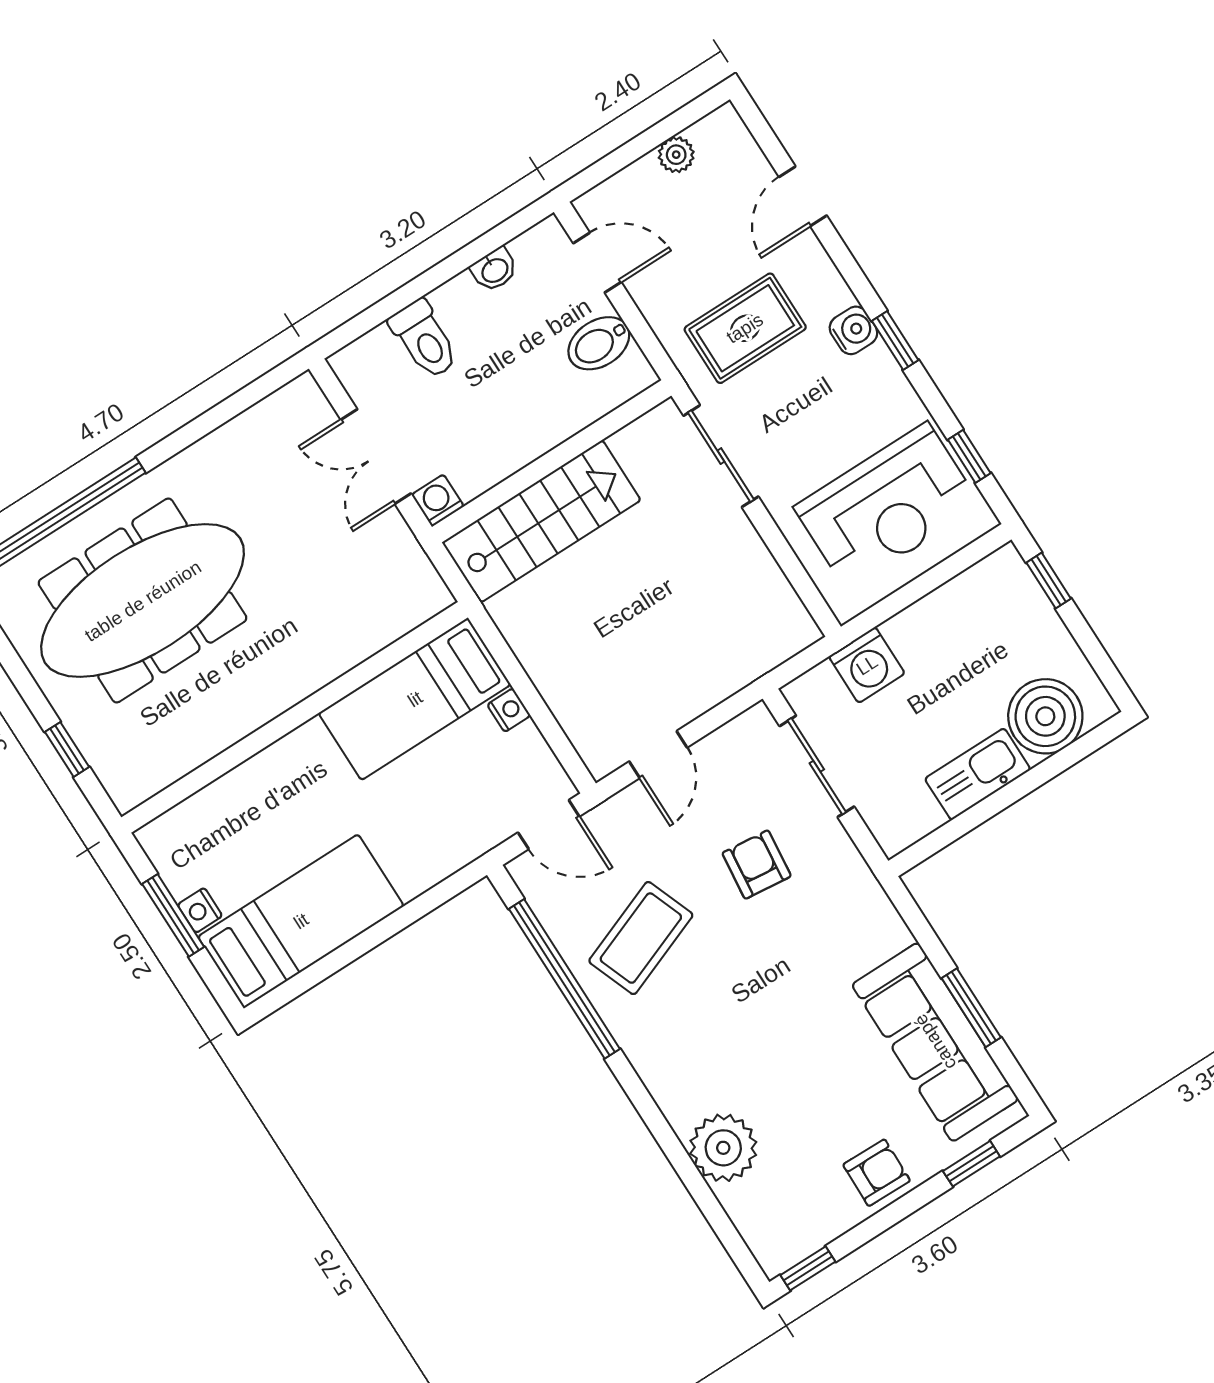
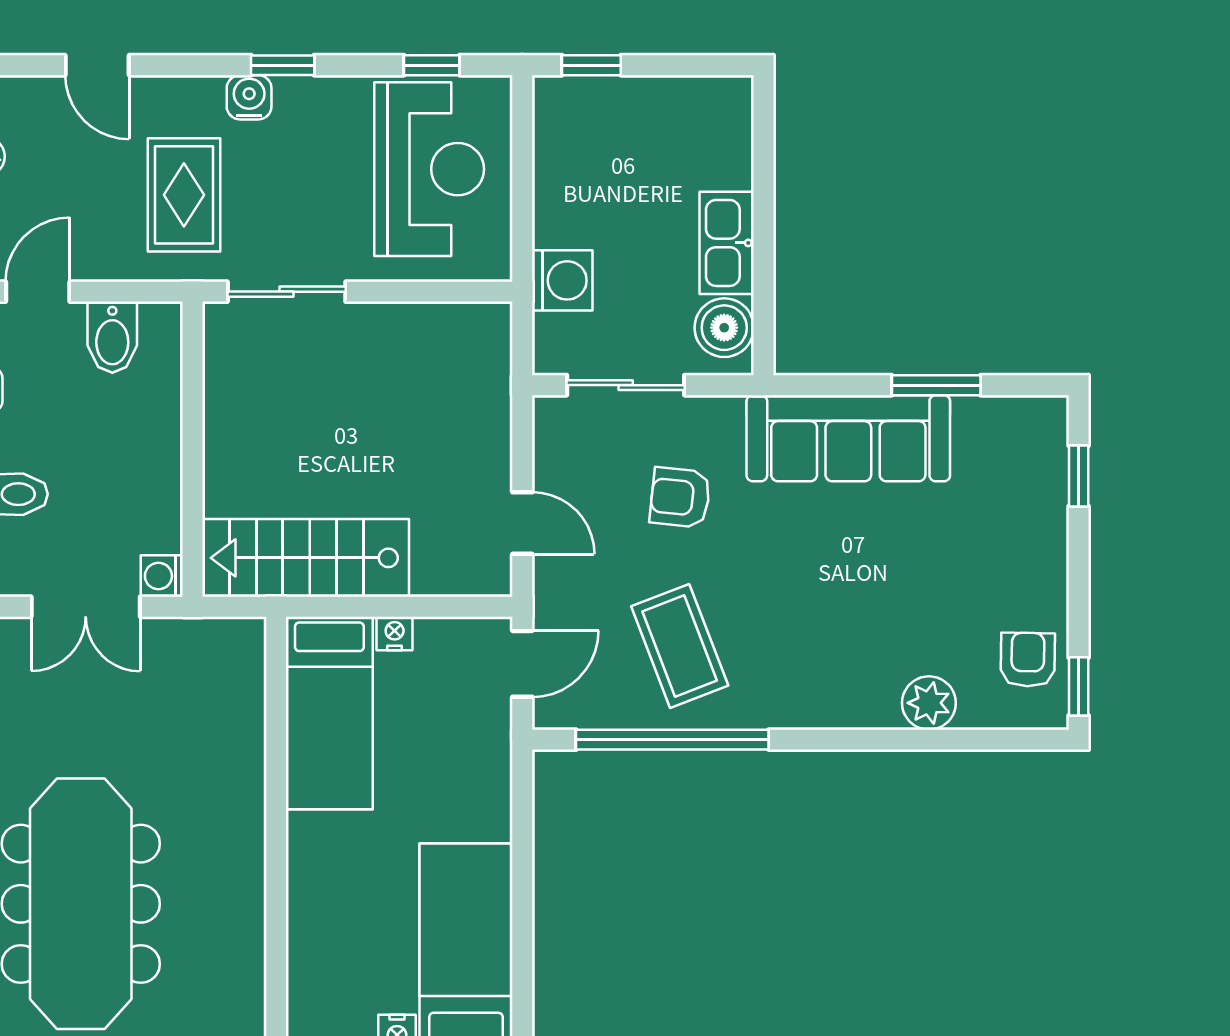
stairs: (541, 521) -> (306, 558), moved, turned -90
boiler: (1045, 716) -> (724, 328), moved, width x0.73, depth x0.73
sofa: (935, 1042) -> (848, 438), moved
plant: (723, 1148) -> (929, 703), width x0.73, depth x0.73
armchair: (877, 1173) -> (1028, 660), moved

